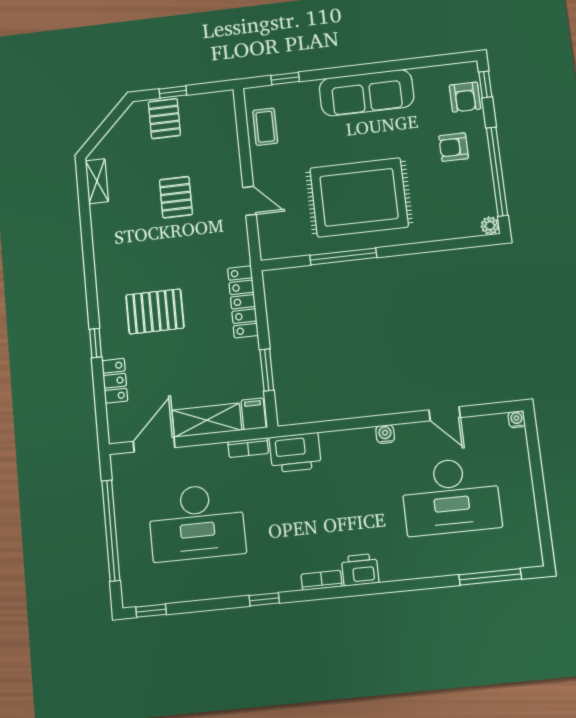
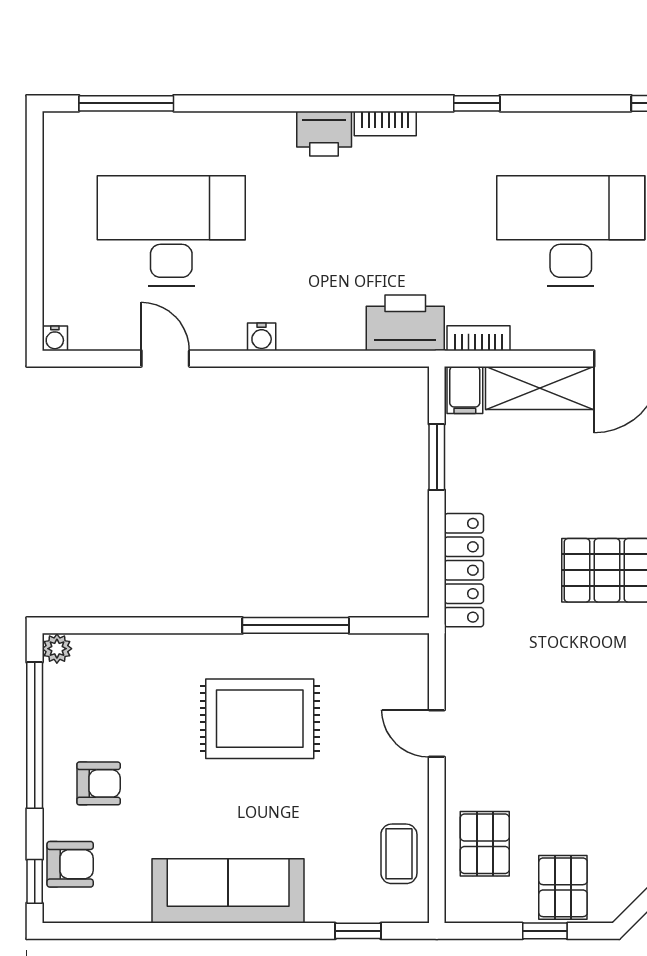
armchair: (465, 97) -> (70, 864), turned 90
pallet: (176, 197) -> (485, 844), moved
rug: (359, 197) -> (260, 719), width x0.73, depth x0.69

